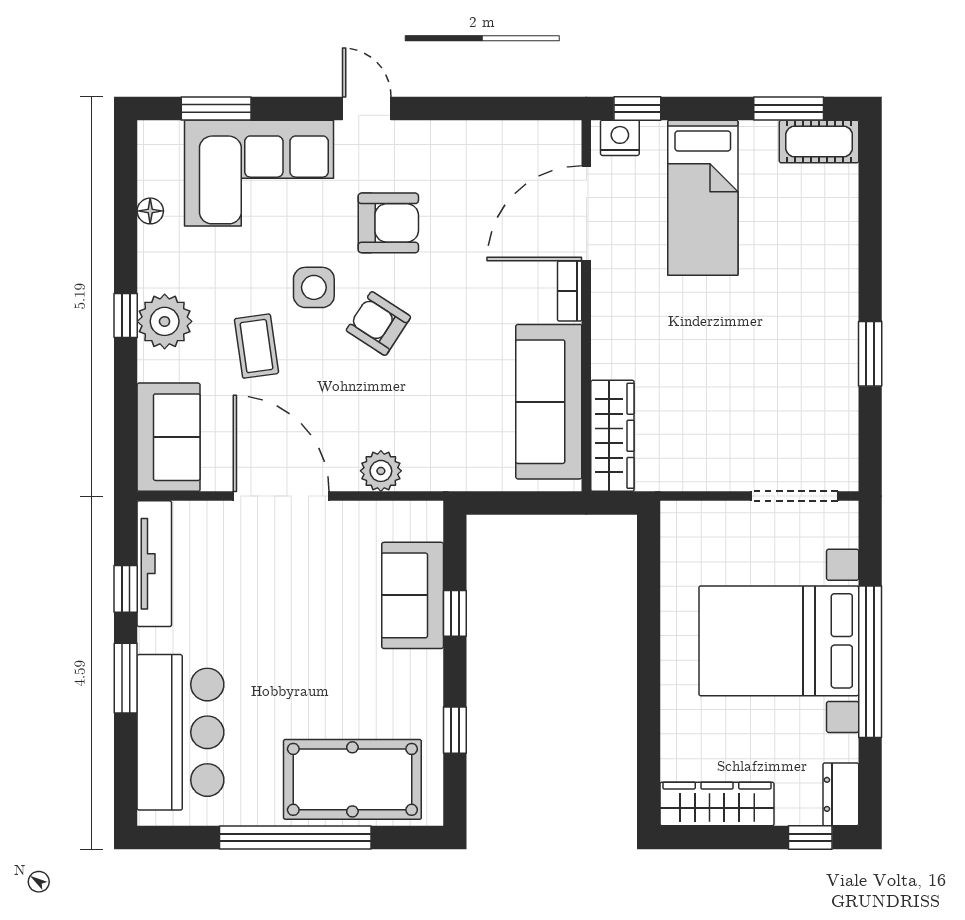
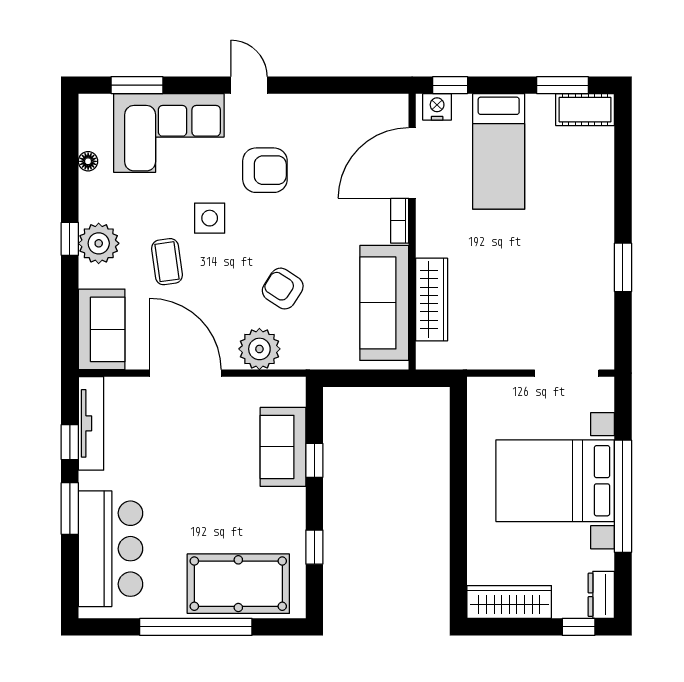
armchair: (378, 324) -> (283, 289), moved
wardrobe: (612, 436) -> (432, 300), moved
plant: (381, 471) -> (259, 349), width x1.36, depth x1.36

